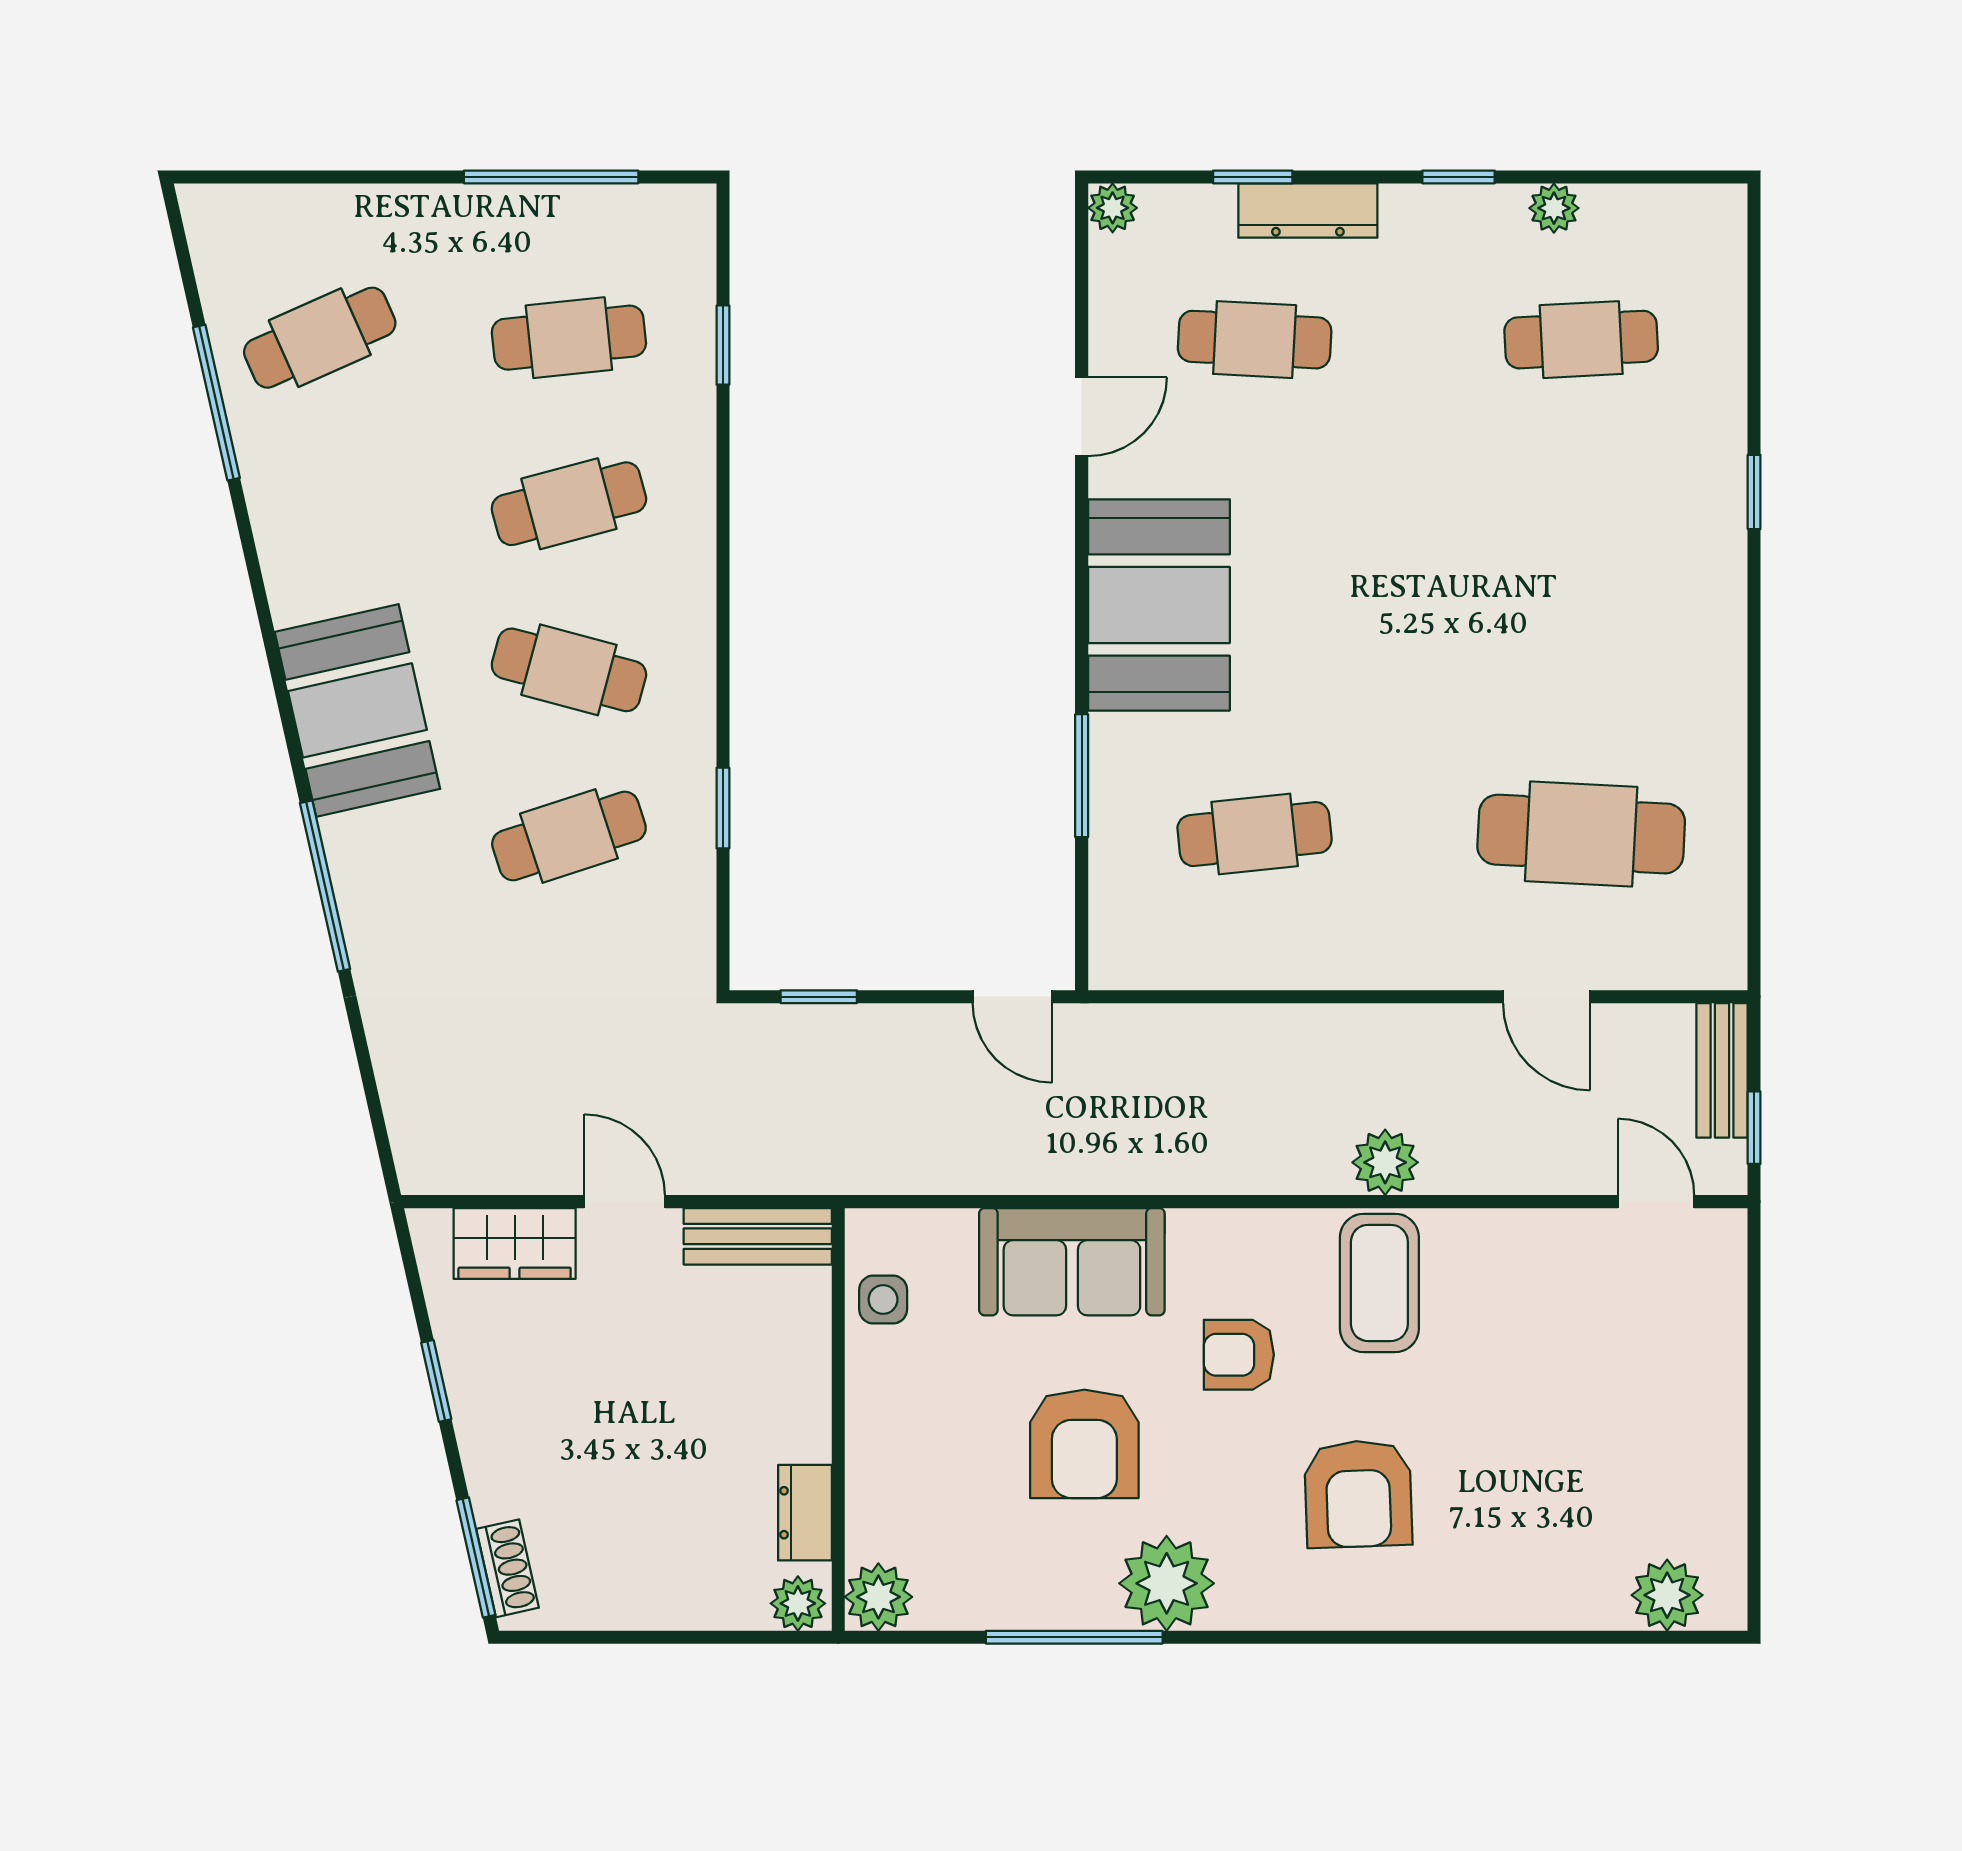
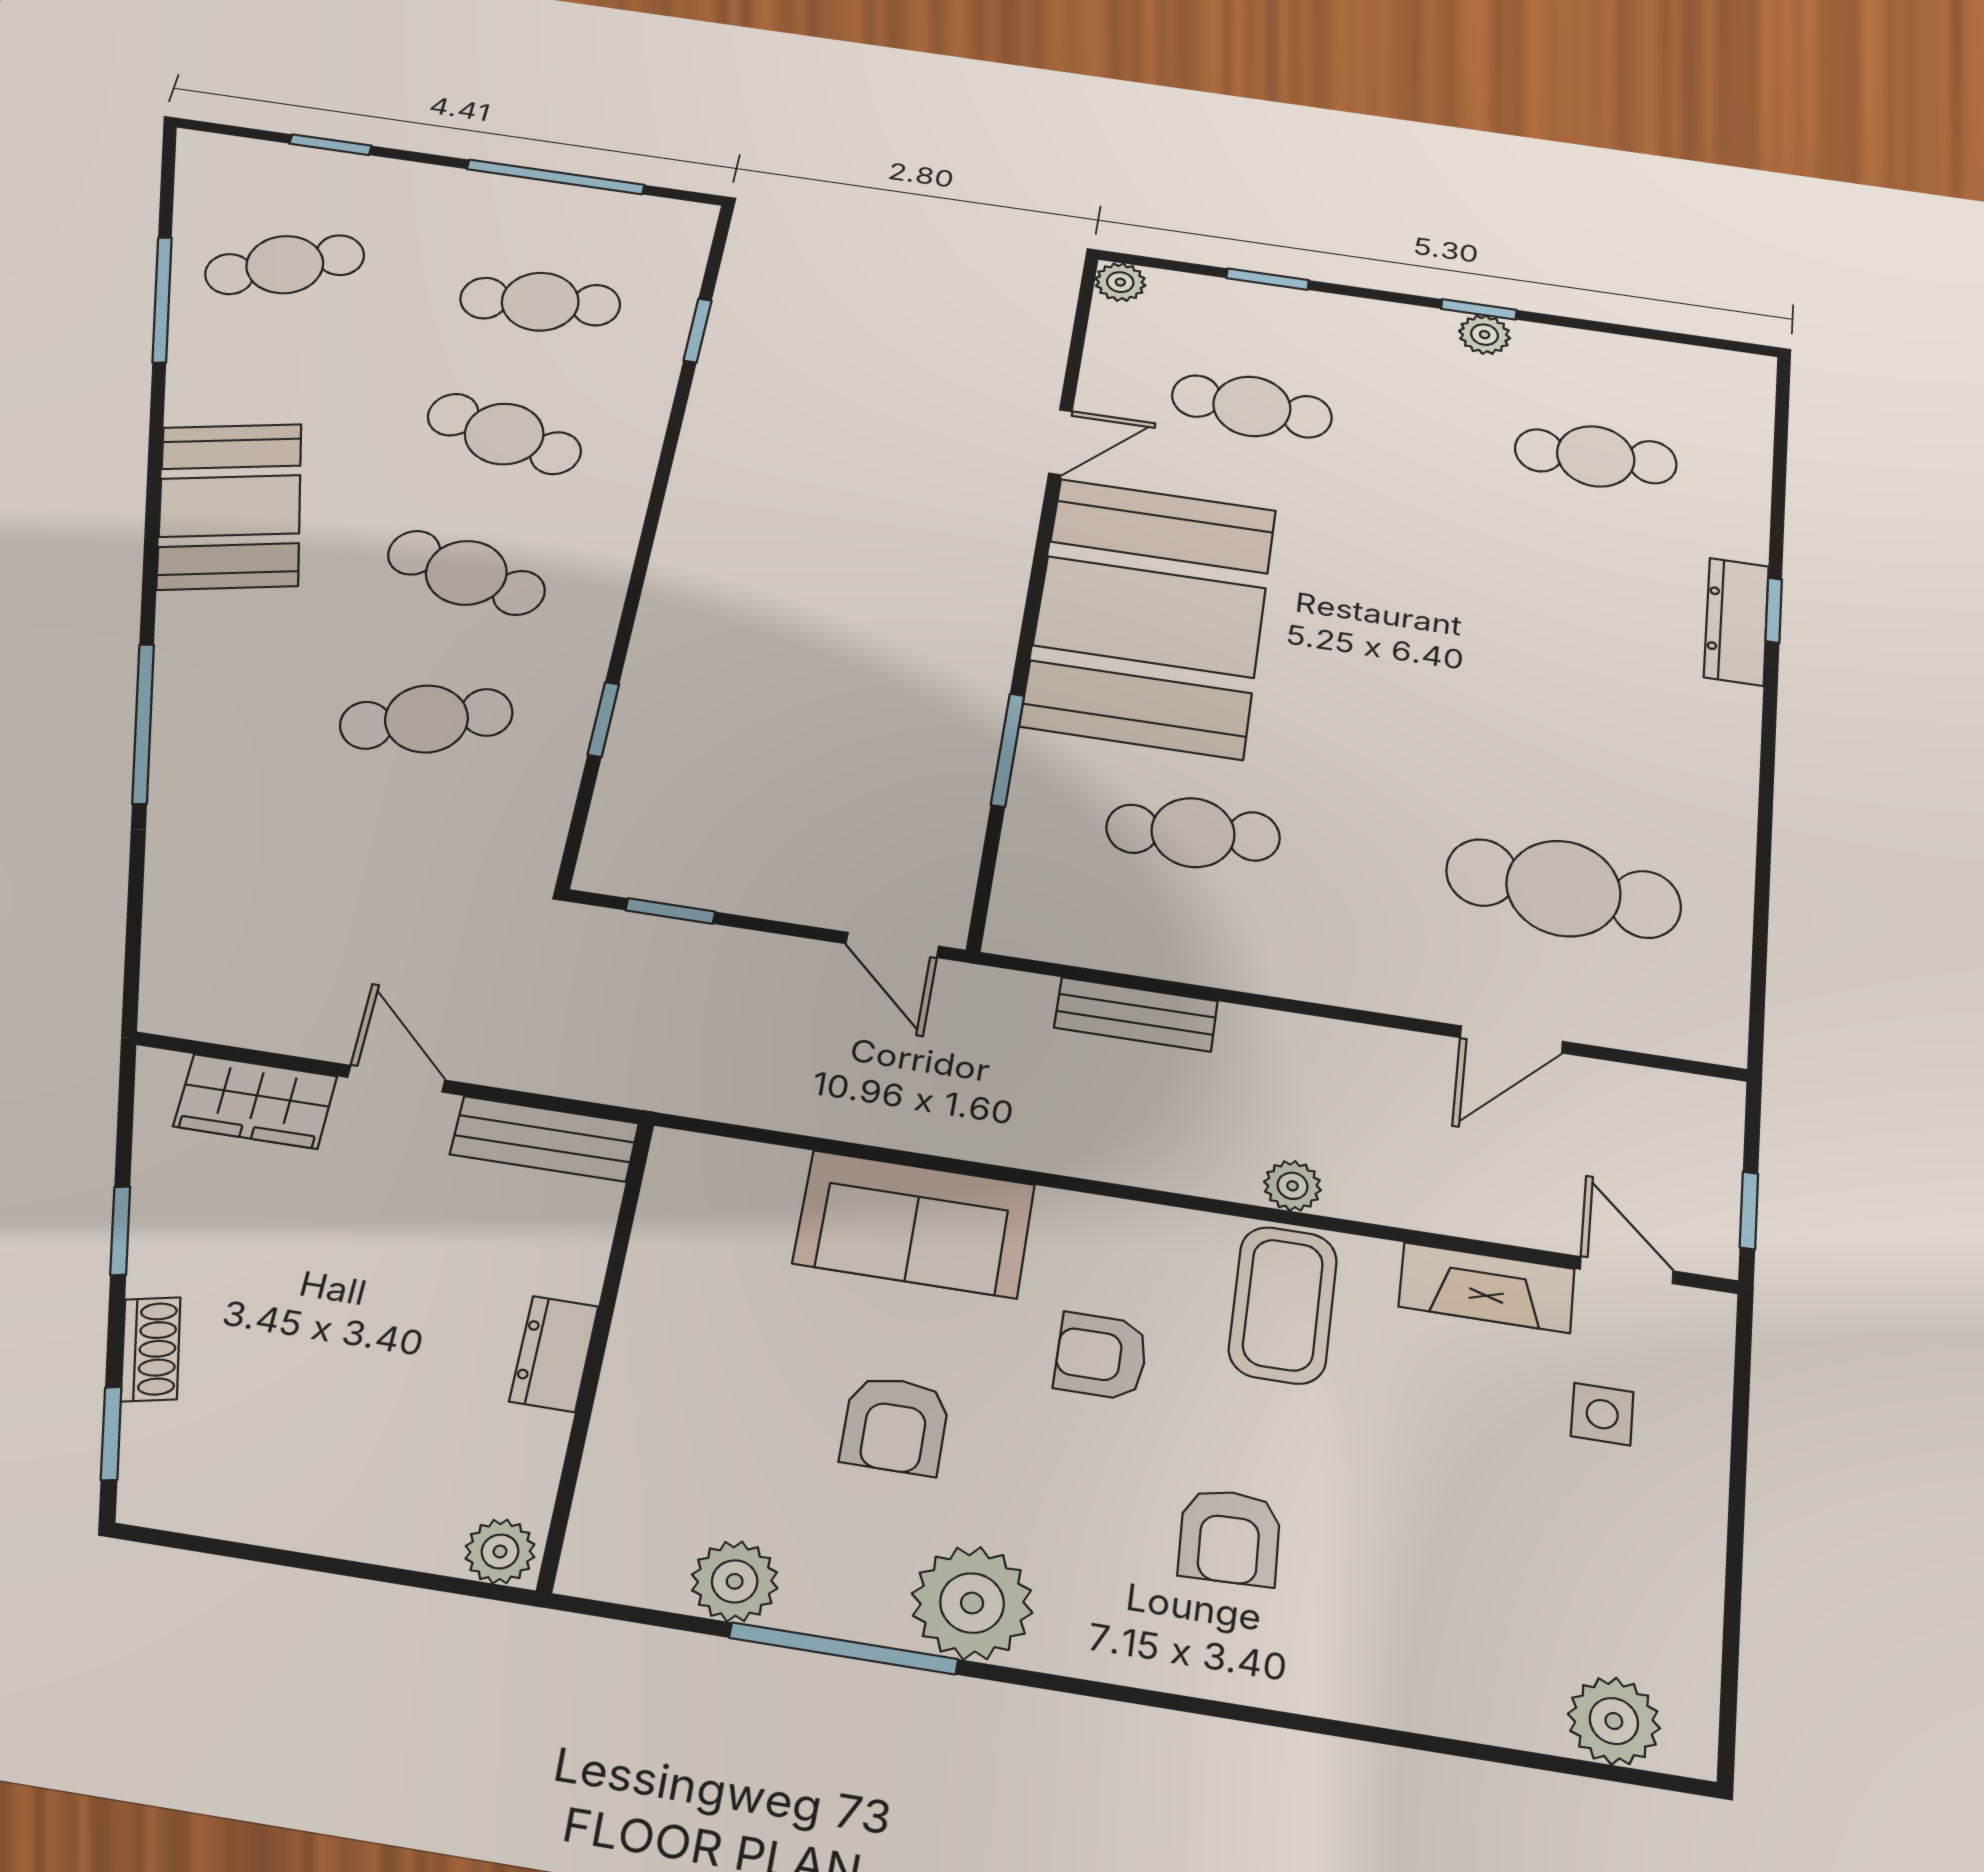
window: (327, 177) -> (330, 145), added
plant: (1554, 208) -> (1485, 335), moved
dresser: (1308, 211) -> (1736, 621), moved, turned 90
cafe table: (569, 504) -> (504, 434), turned 30
booth: (1159, 605) -> (1150, 617), width x1.36, depth x1.42
booth: (357, 710) -> (230, 506), moved
door: (1547, 997) -> (1511, 1039), hinge flipped
bench: (1722, 1070) -> (1136, 1014), moved, turned 90
plant: (1385, 1162) -> (1292, 1186), width x0.73, depth x0.73
fireplace: (1543, 1238) -> (1487, 1288), added
side table: (883, 1300) -> (1602, 1414), moved
armchair: (1084, 1444) -> (895, 1425), width x0.72, depth x0.72
armchair: (1358, 1494) -> (1229, 1537), width x0.72, depth x0.72
dresser: (805, 1513) -> (554, 1354), moved
window: (476, 1558) -> (111, 1433), width x0.67
shoe rack: (507, 1568) -> (151, 1349), moved
plant: (878, 1597) -> (735, 1581), moved

